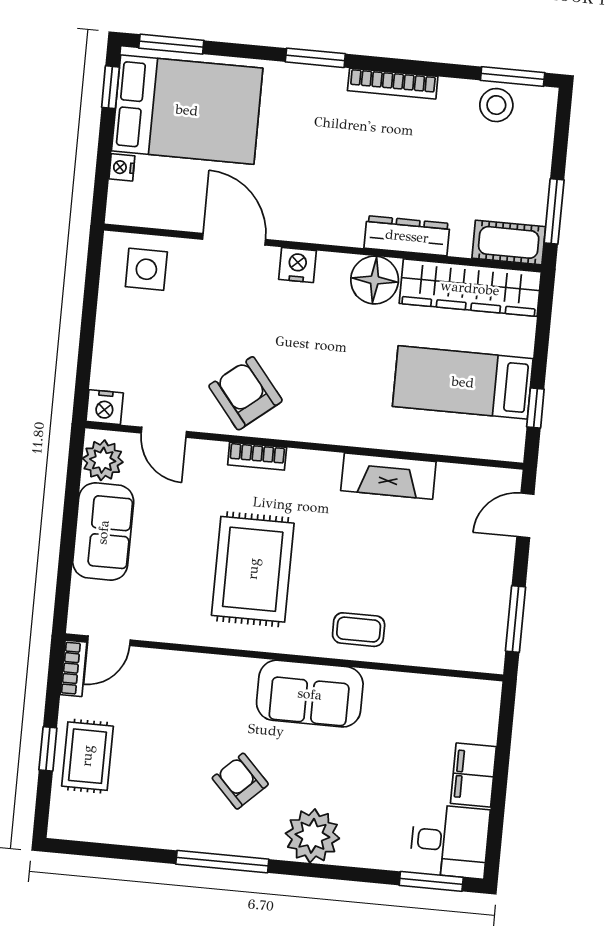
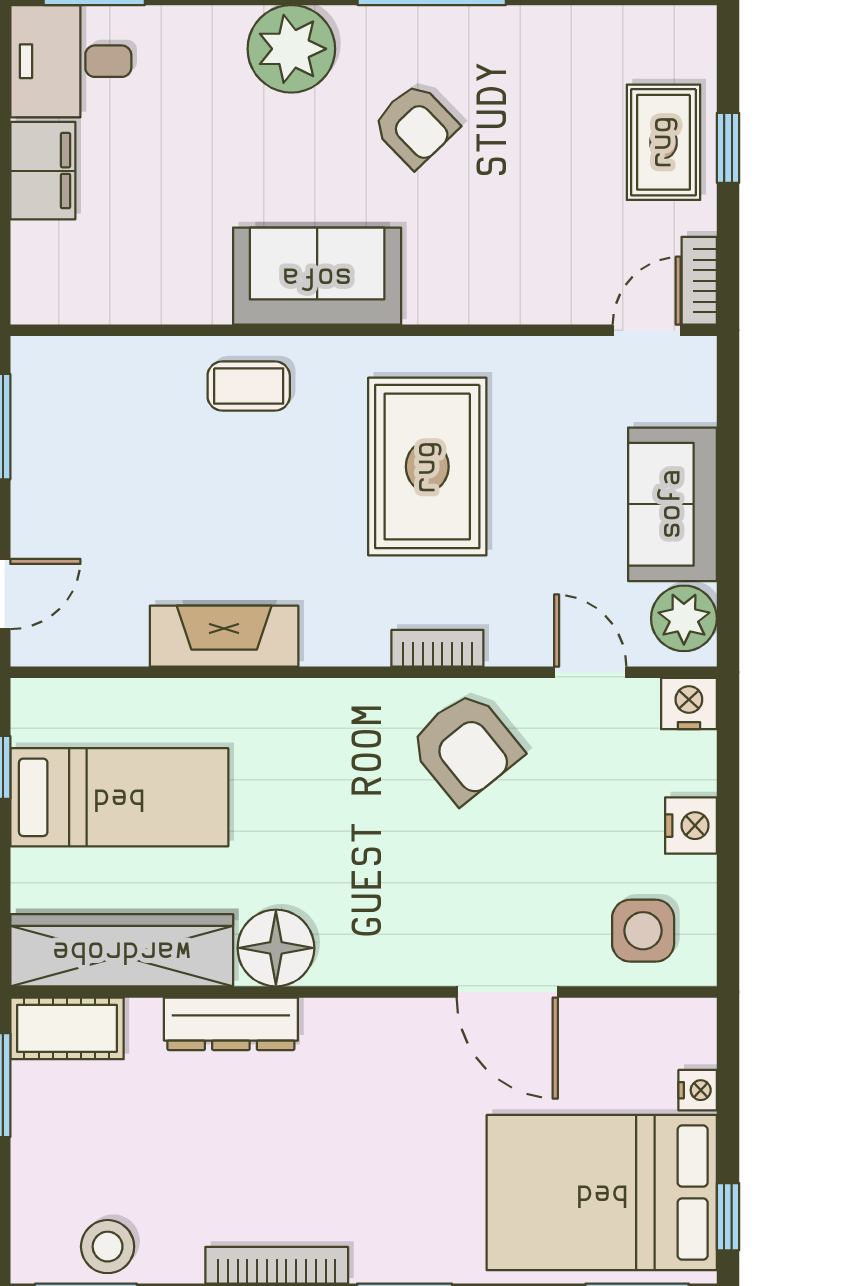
nightstand: (297, 265) -> (691, 826), moved, turned -90

